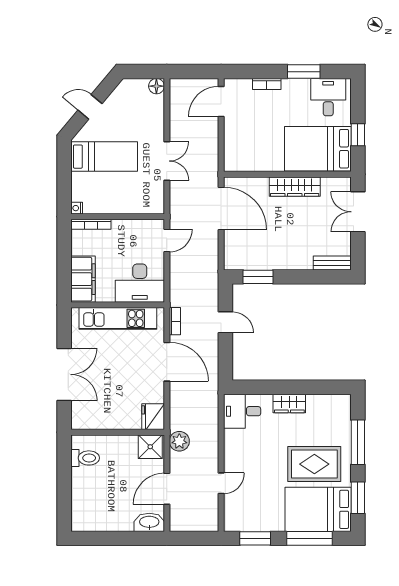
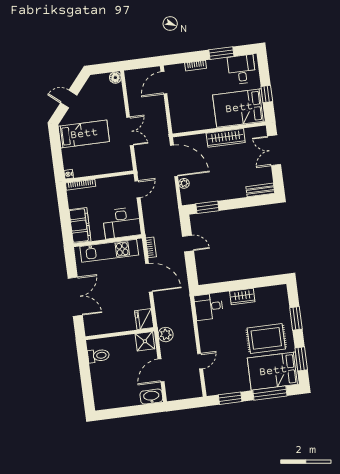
plant: (231, 241) -> (184, 183), added
window: (358, 442) -> (296, 318), width x0.69

